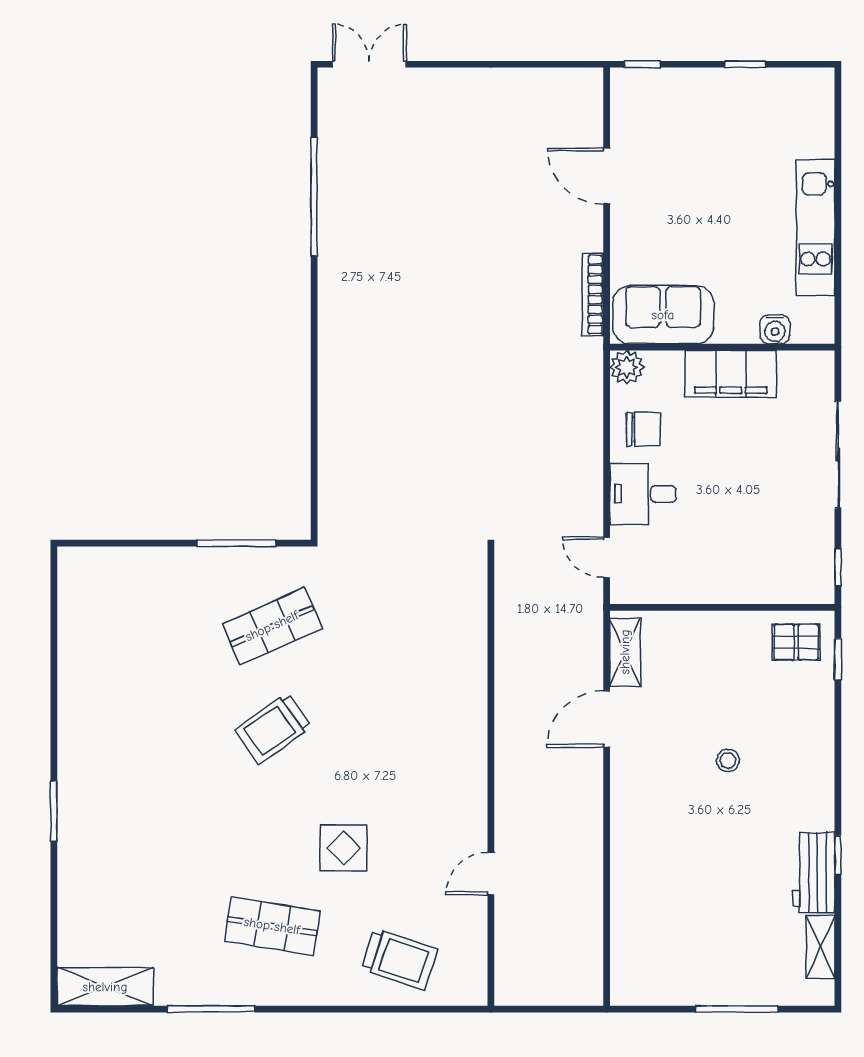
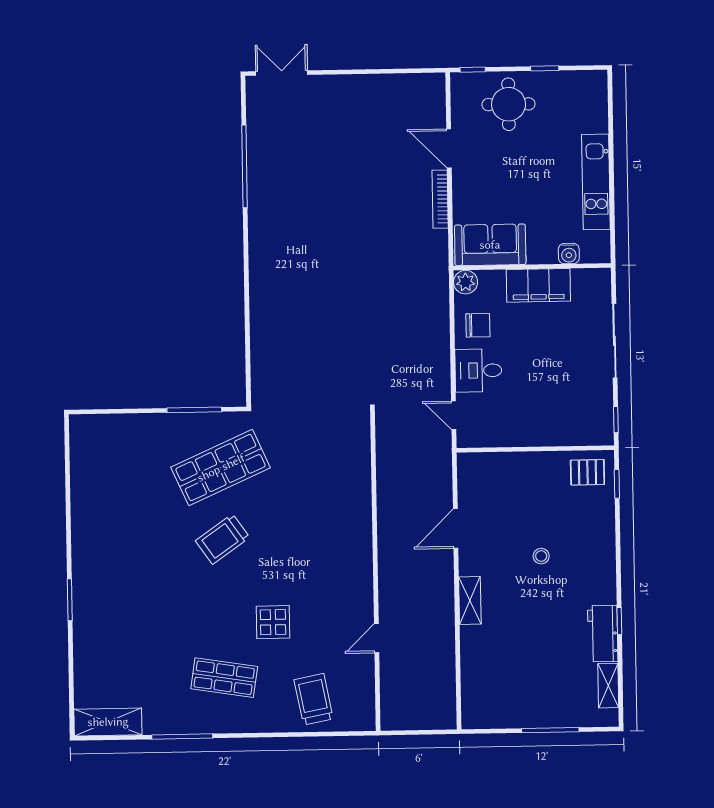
round table: (693, 114) -> (509, 104), added
bookcase: (593, 295) -> (440, 199), moved
shop shelf: (272, 626) -> (221, 468), width x1.43, depth x1.36
shelving: (625, 652) -> (470, 600), moved
trolley: (400, 959) -> (314, 699), turned -119

